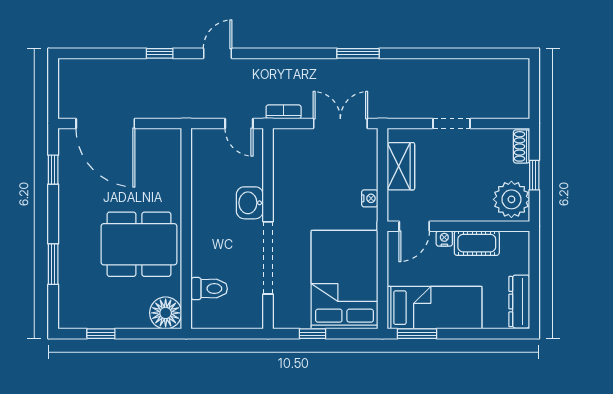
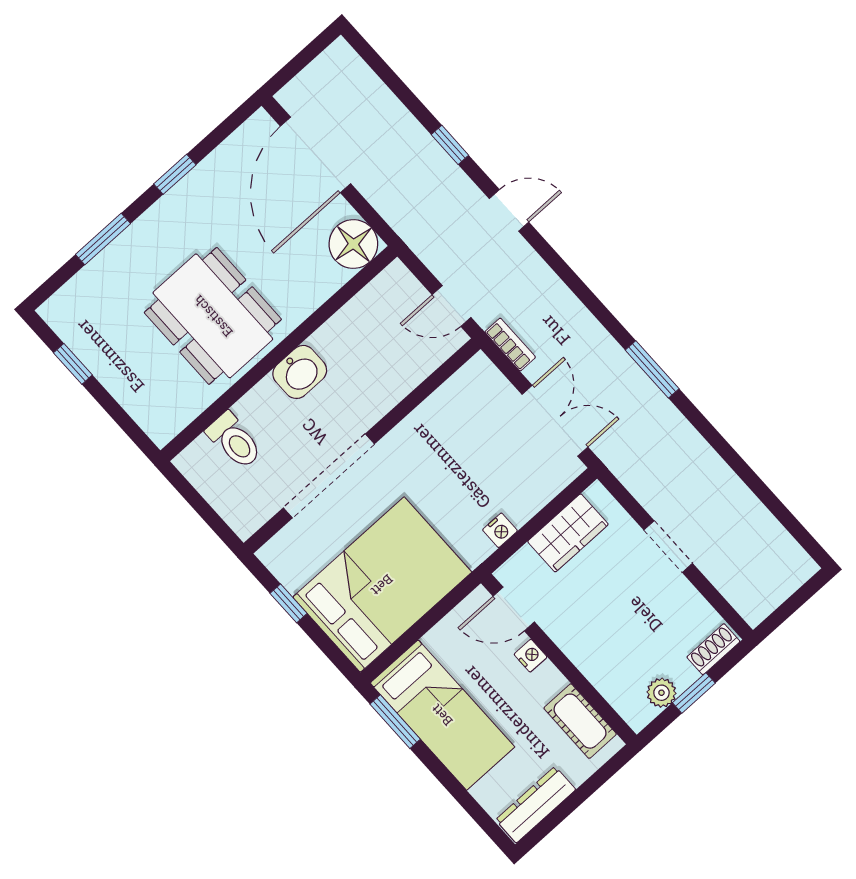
door: (239, 123) -> (452, 306), hinge flipped
window: (53, 170) -> (175, 174), moved
plant: (511, 199) -> (661, 693), width x0.53, depth x0.53
washbasin: (250, 203) -> (300, 372), moved, turned 180
cot: (477, 243) -> (580, 721), moved
floor lamp: (166, 313) -> (353, 244), moved

